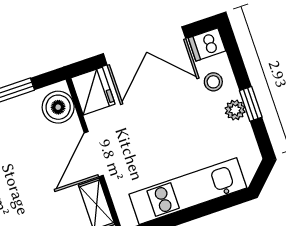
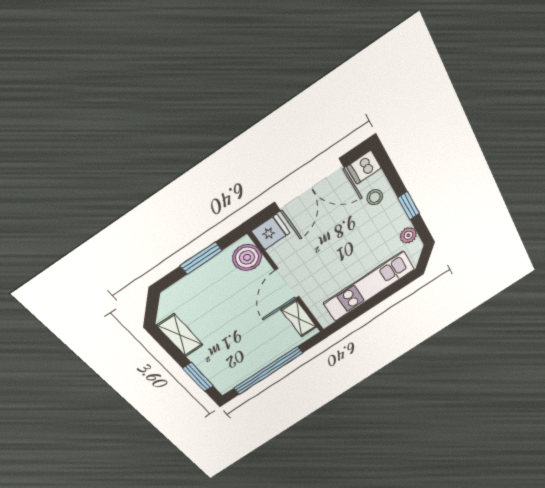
fridge: (93, 91) -> (271, 232), width x0.72
plant: (235, 110) -> (408, 235), moved

